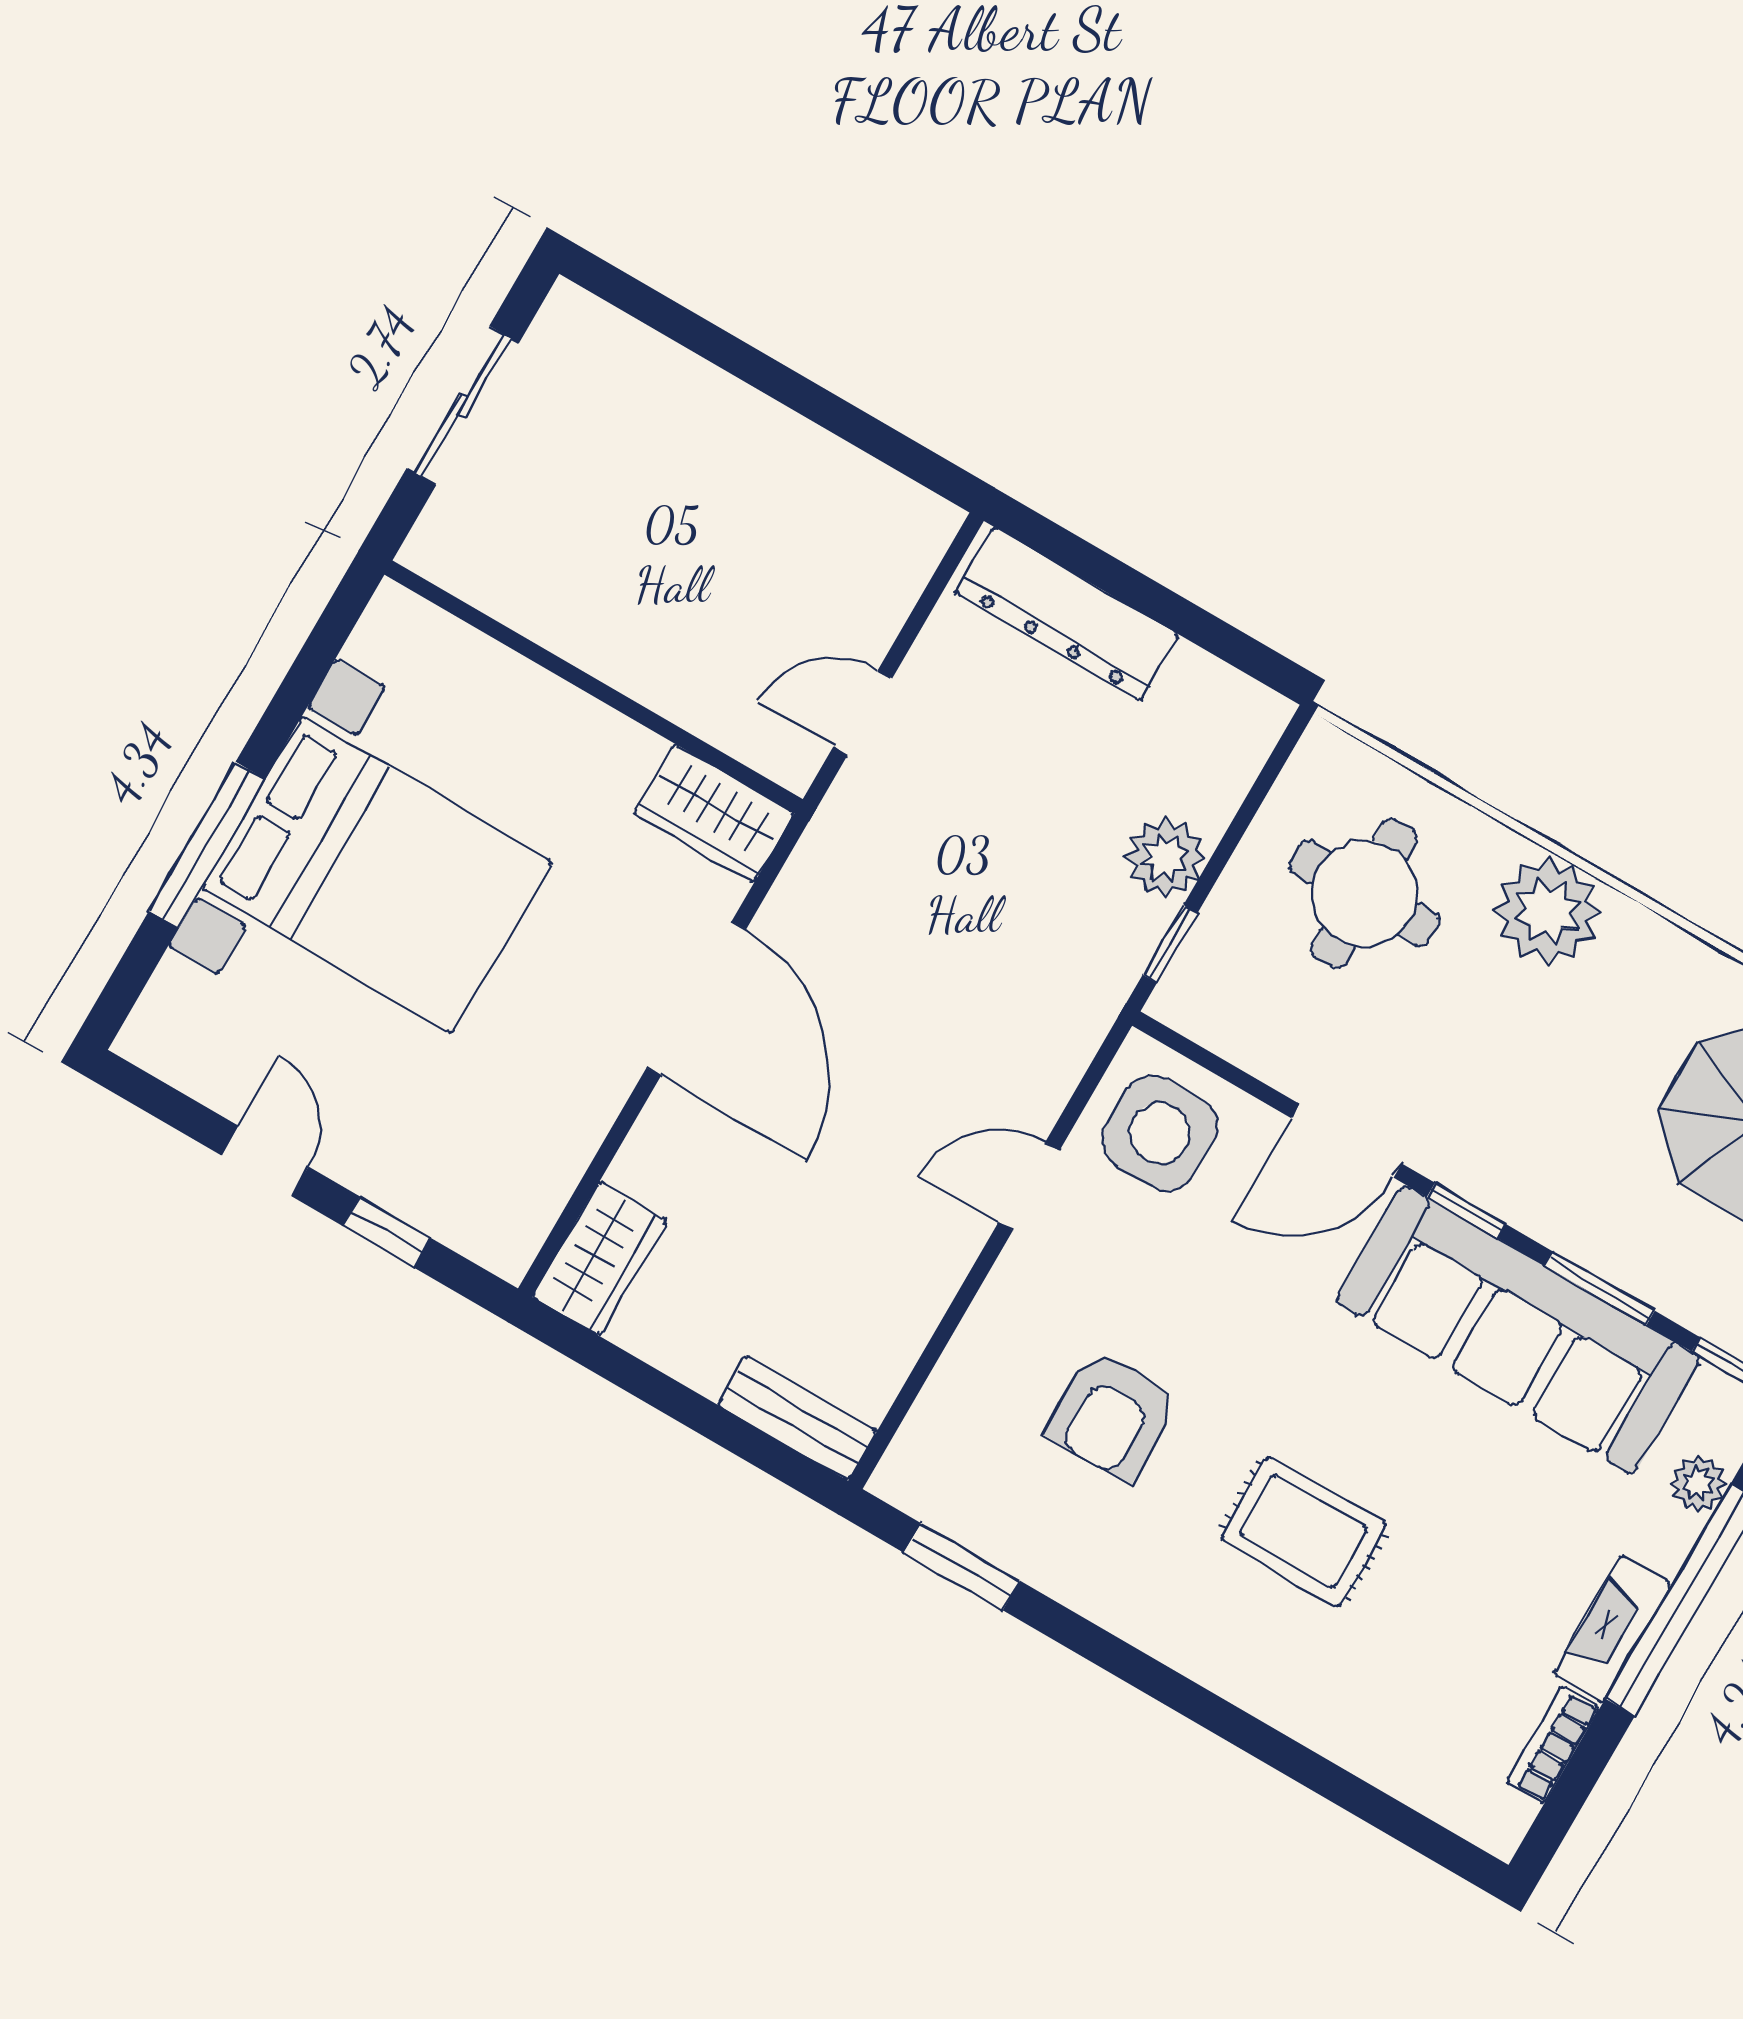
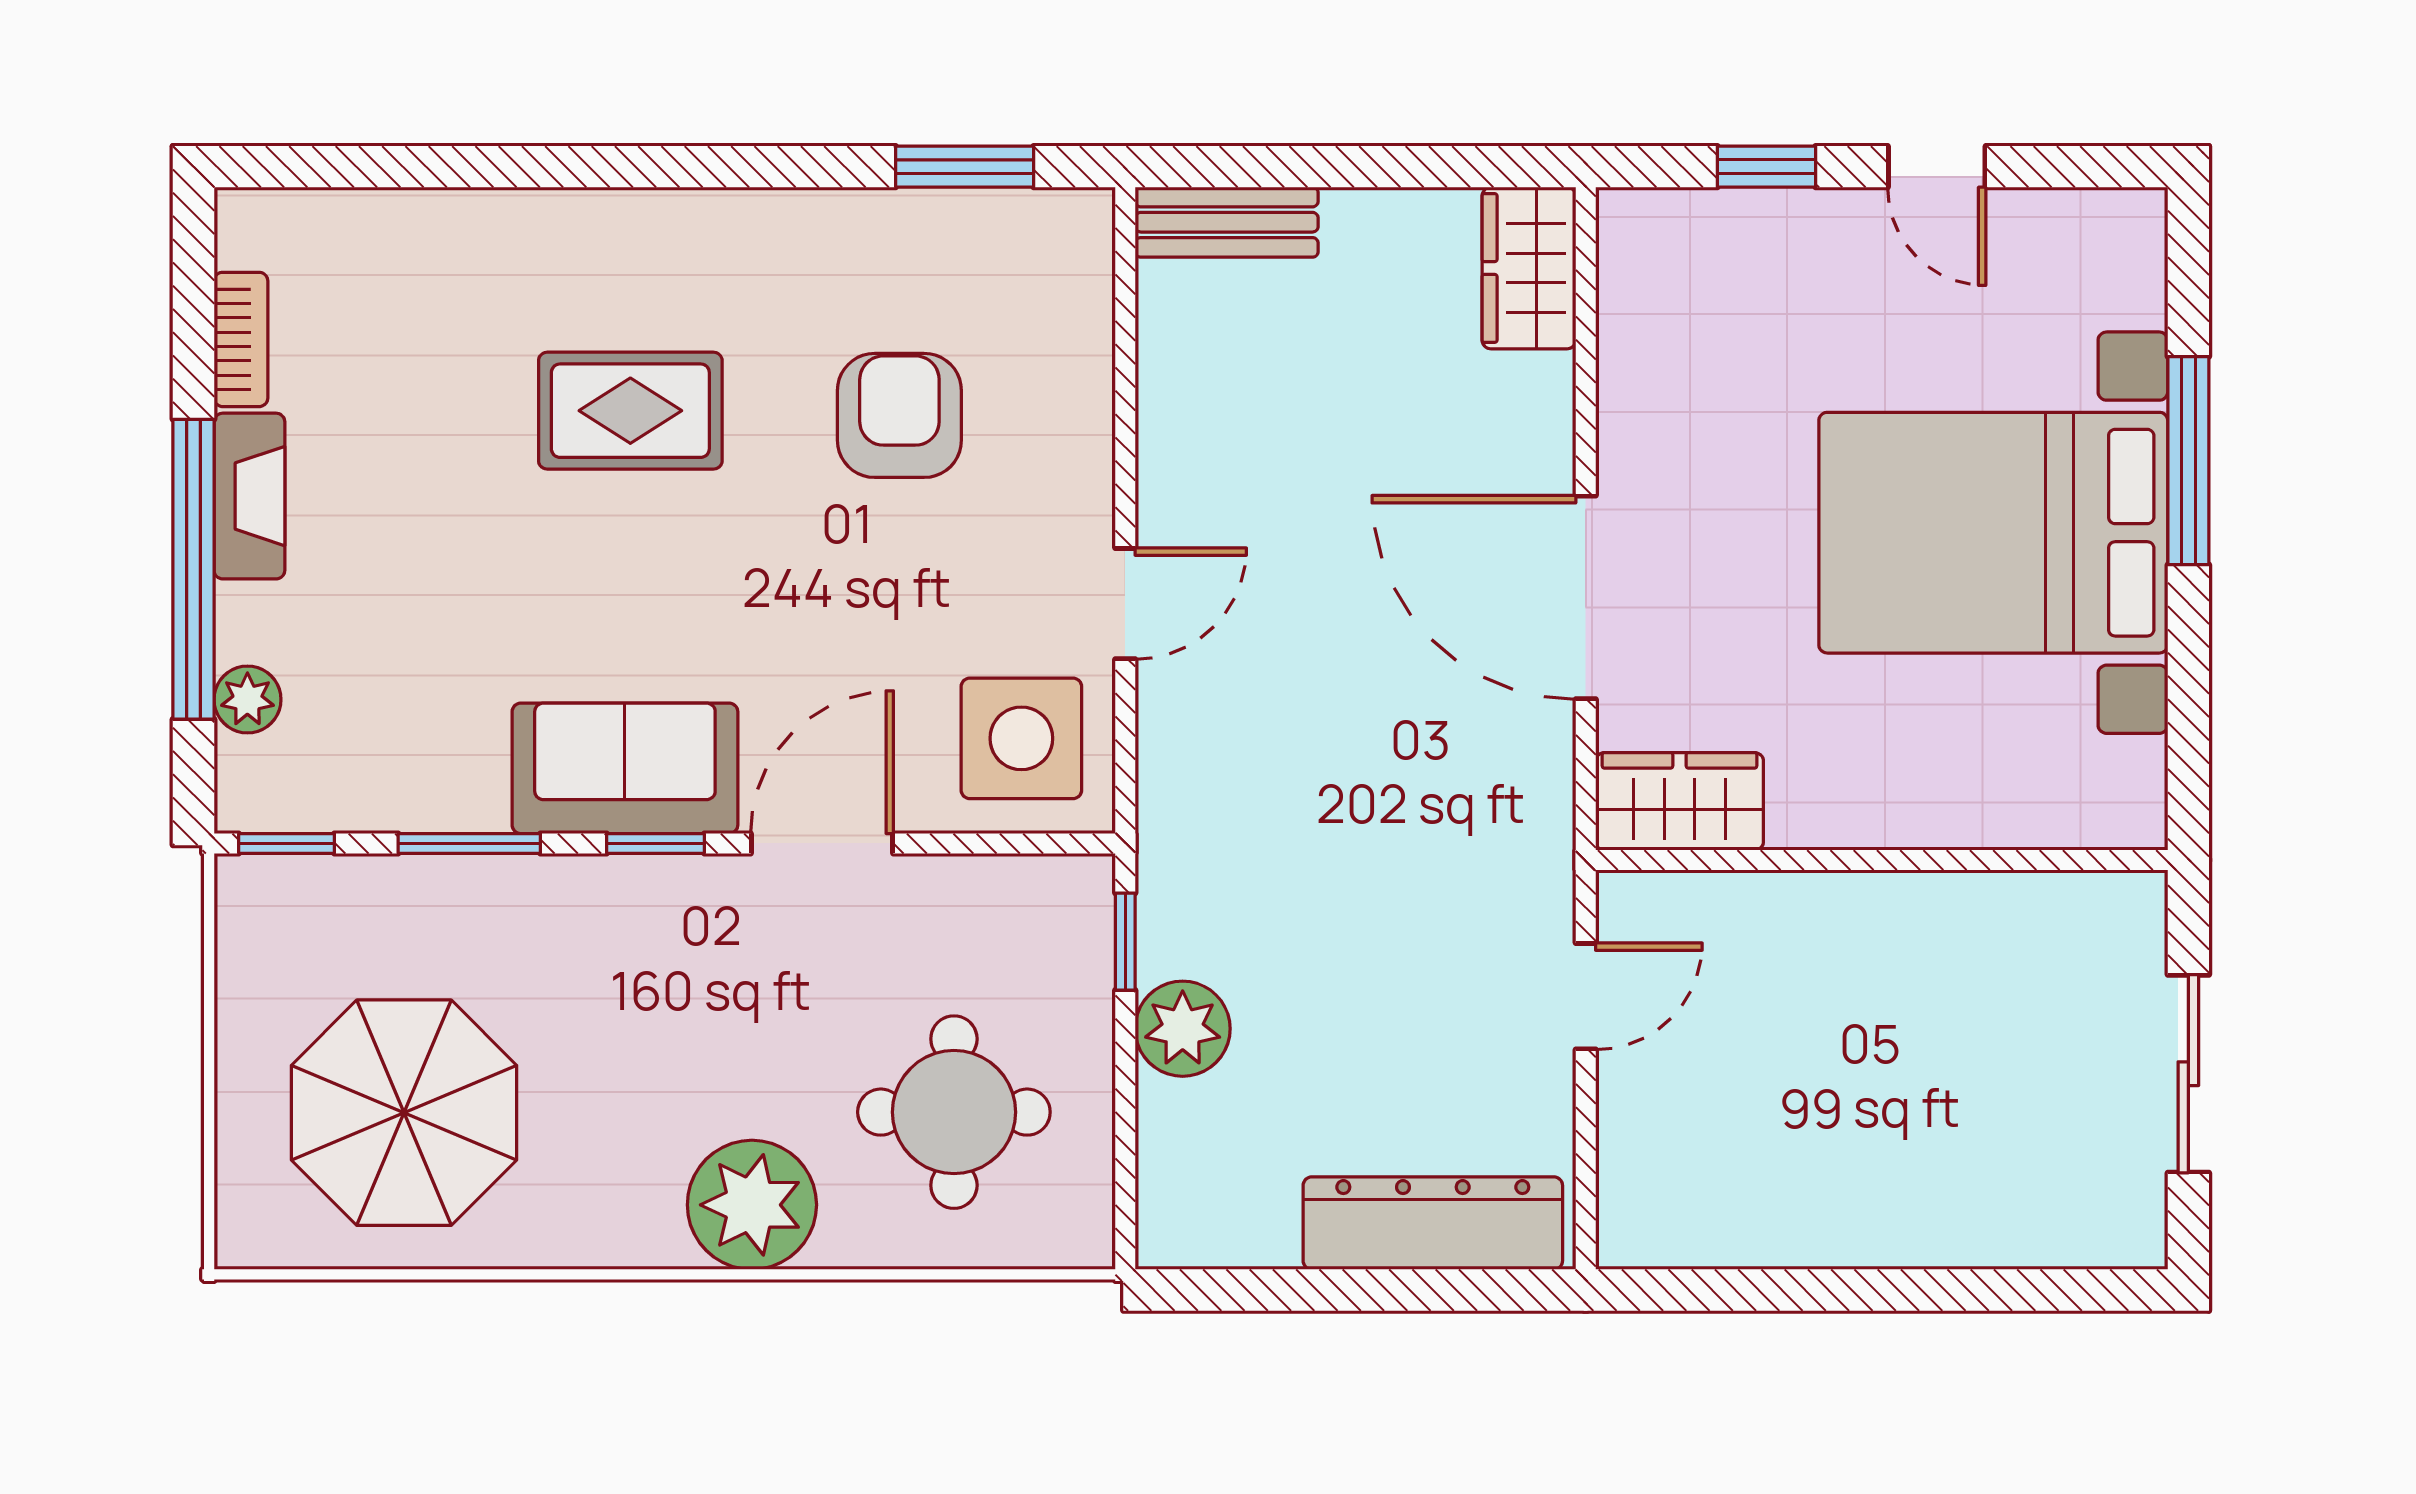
sofa: (1518, 1330) -> (625, 768), width x0.54, depth x0.79

